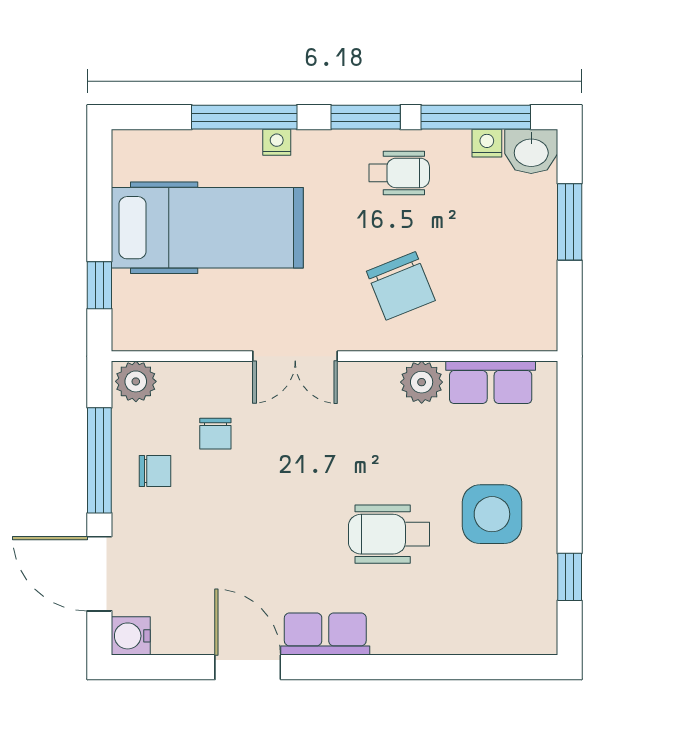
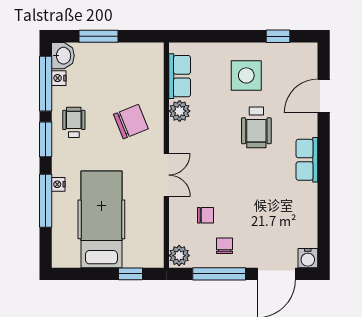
door: (248, 667) -> (324, 96), moved

